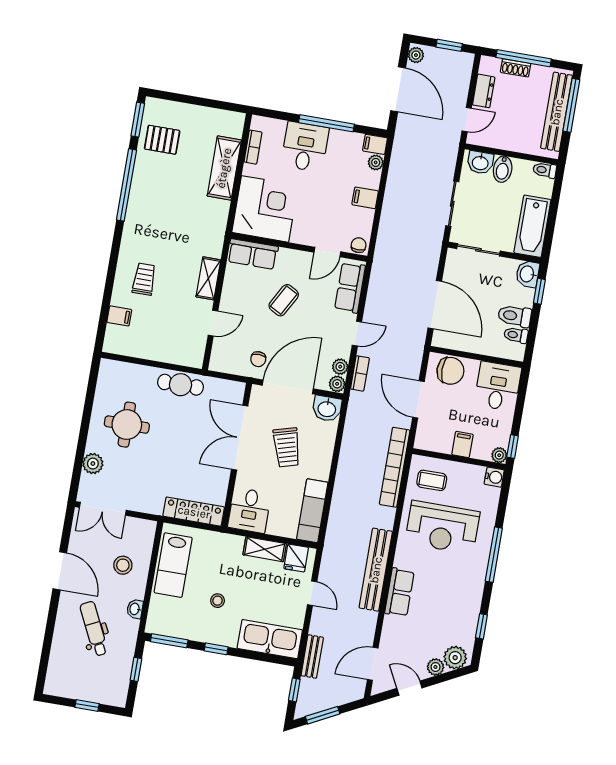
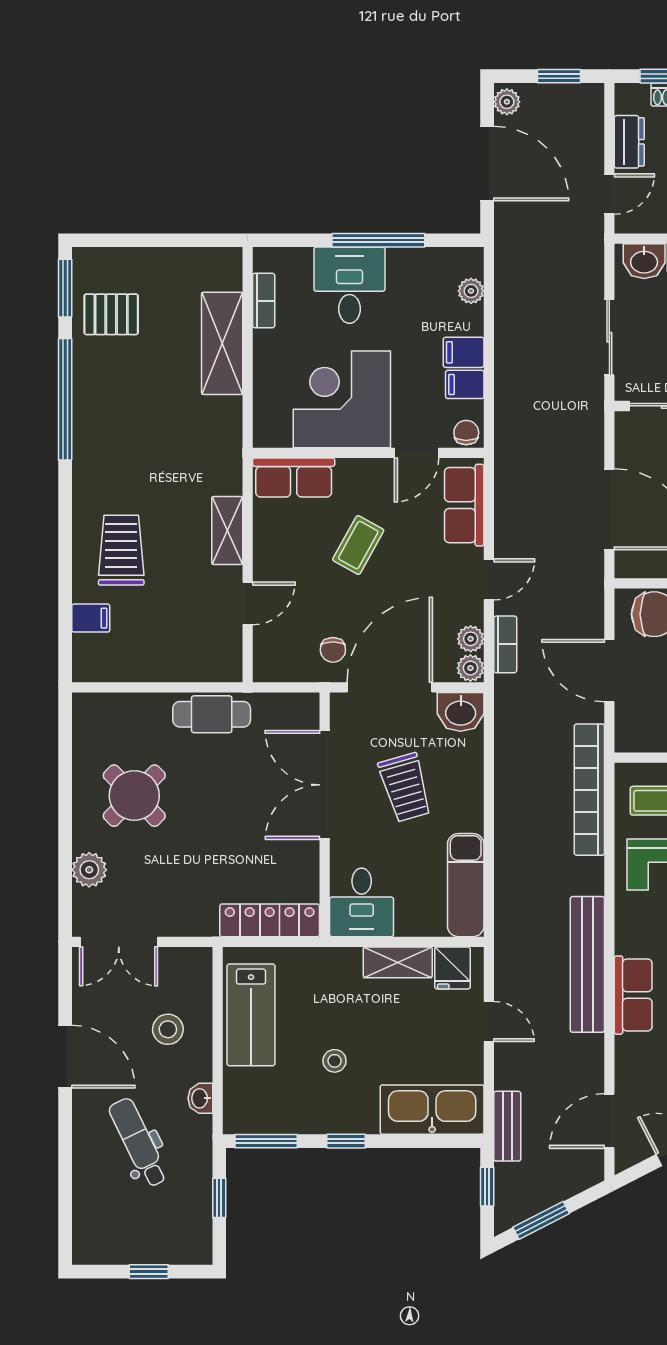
filing cabinet: (375, 144) -> (465, 384), moved
corner desk: (265, 209) -> (342, 399), moved, turned -90
trolley: (144, 279) -> (121, 550), width x1.36, depth x1.39
round table: (127, 425) -> (134, 796), turned 45

